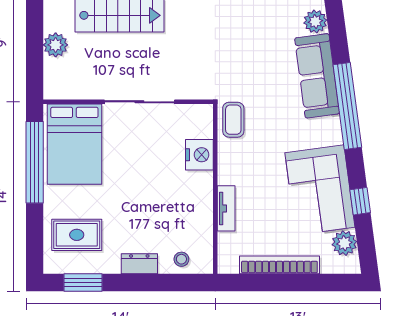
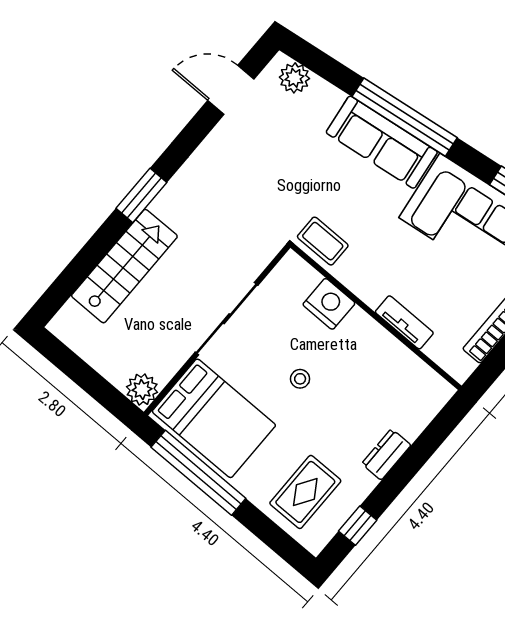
plant: (56, 45) -> (142, 389), moved
sofa: (317, 76) -> (382, 142), moved
stool: (181, 259) -> (300, 379), moved
window: (83, 282) -> (358, 526), width x0.67

